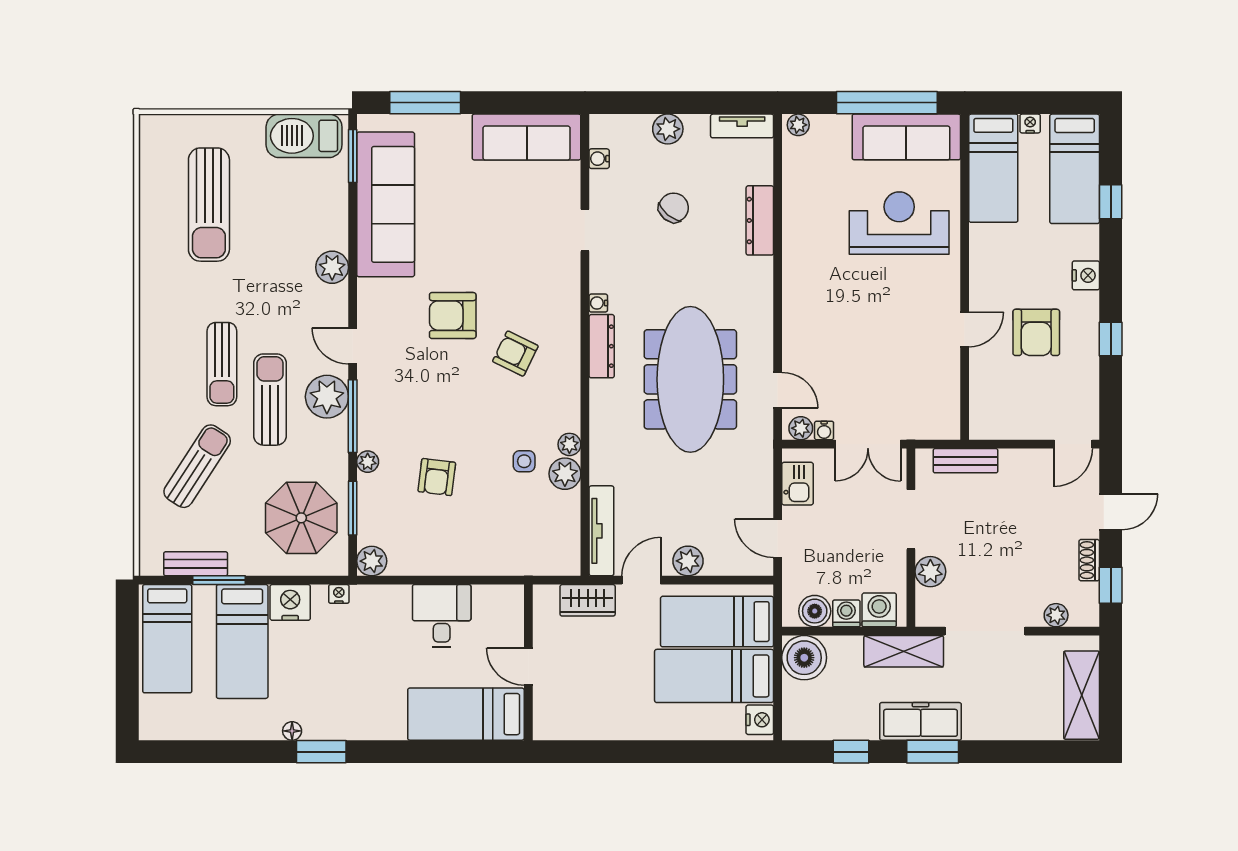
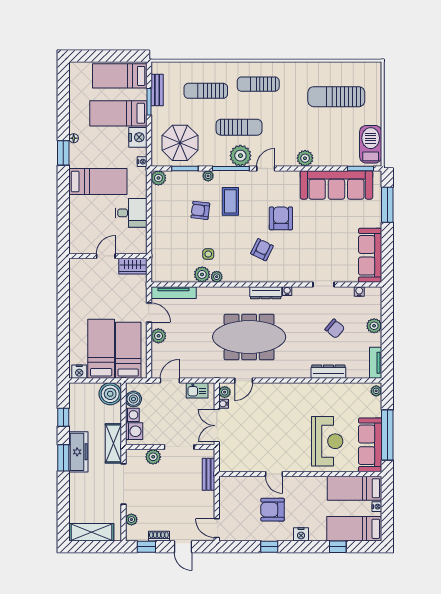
sun lounger: (222, 364) -> (258, 84), moved
coffee table: (419, 417) -> (230, 201), added
sun lounger: (197, 466) -> (206, 91), turned 147
wardrobe: (588, 600) -> (133, 266), moved, turned -90
bed: (466, 714) -> (98, 182), moved, turned 90

